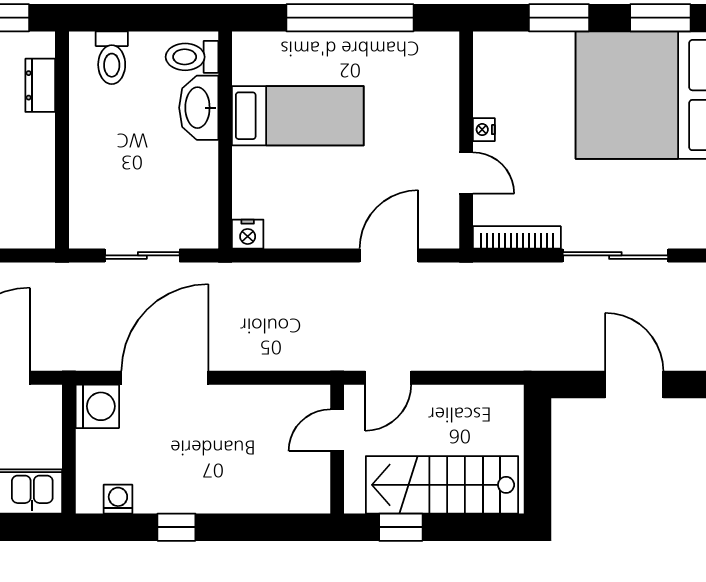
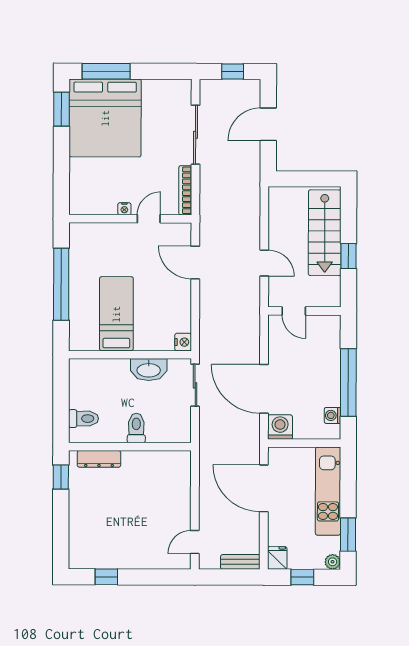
window: (559, 18) -> (61, 166), removed
toilet: (192, 57) -> (136, 428), moved, turned 180
dresser: (40, 85) -> (99, 459), width x1.44
washbasin: (199, 108) -> (149, 370), moved
sliding door: (142, 255) -> (195, 385), moved
door: (337, 430) -> (294, 311), moved
wall: (337, 449) -> (304, 311), moved
window: (176, 527) -> (348, 383), width x3.17

